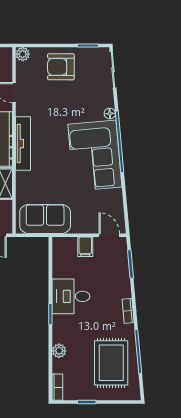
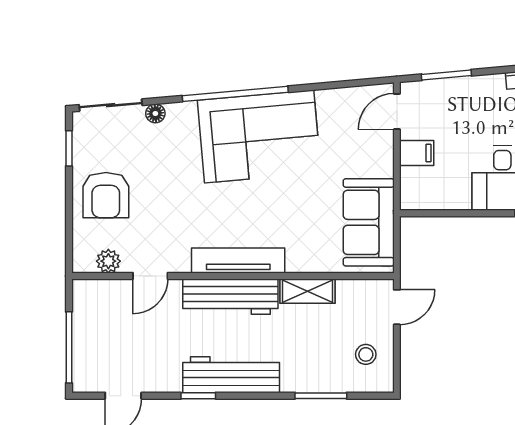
plant: (23, 54) -> (108, 261), moved
floor lamp: (110, 114) -> (155, 113), moved

